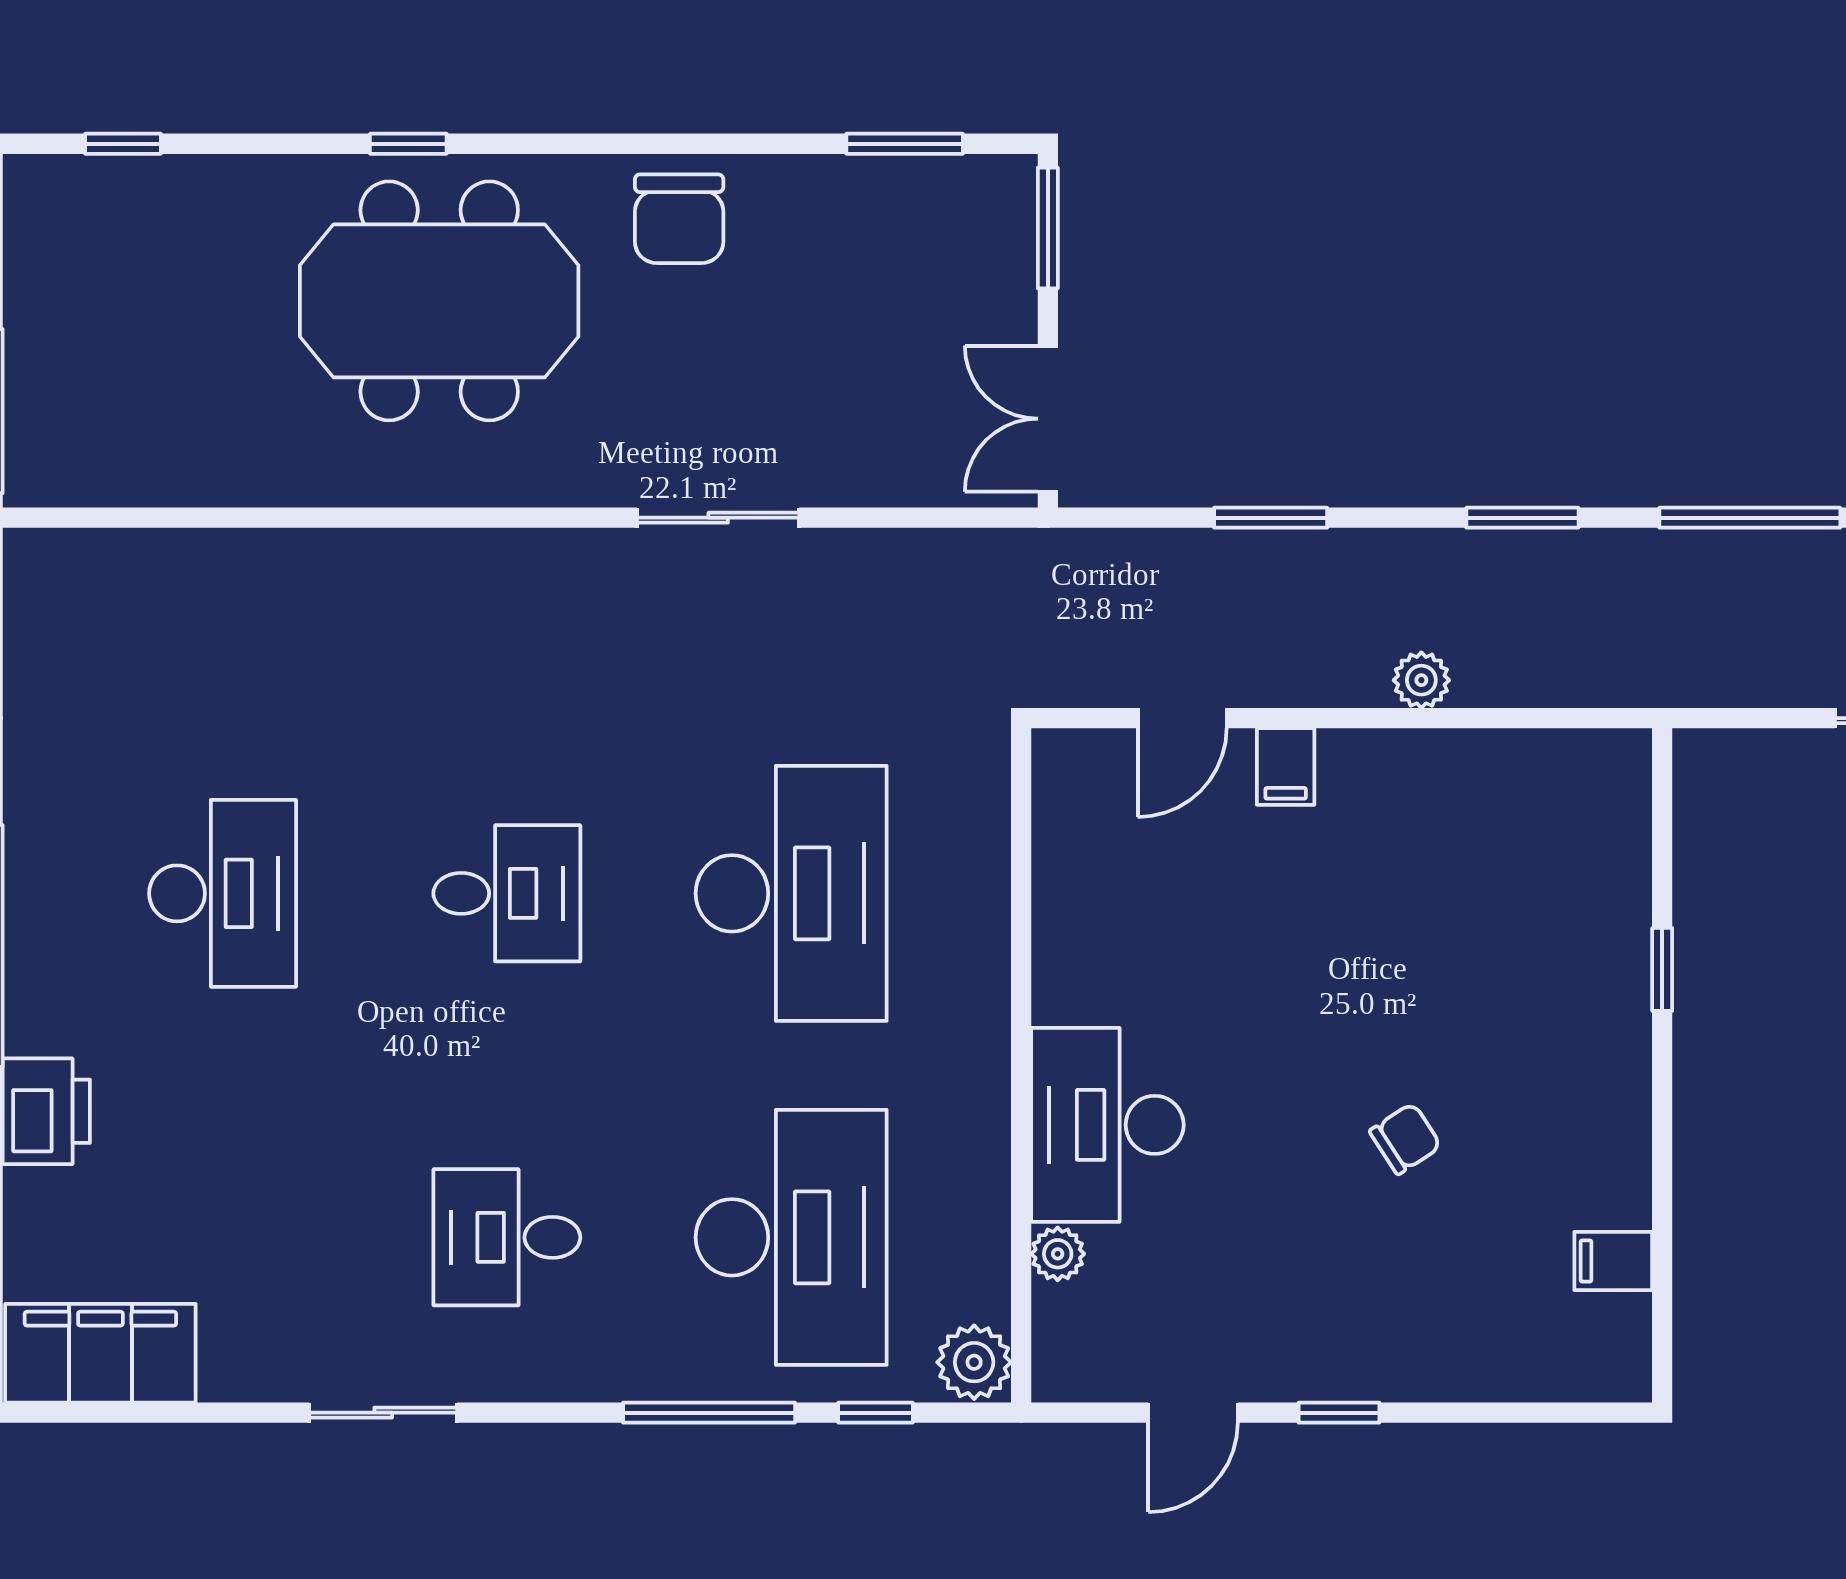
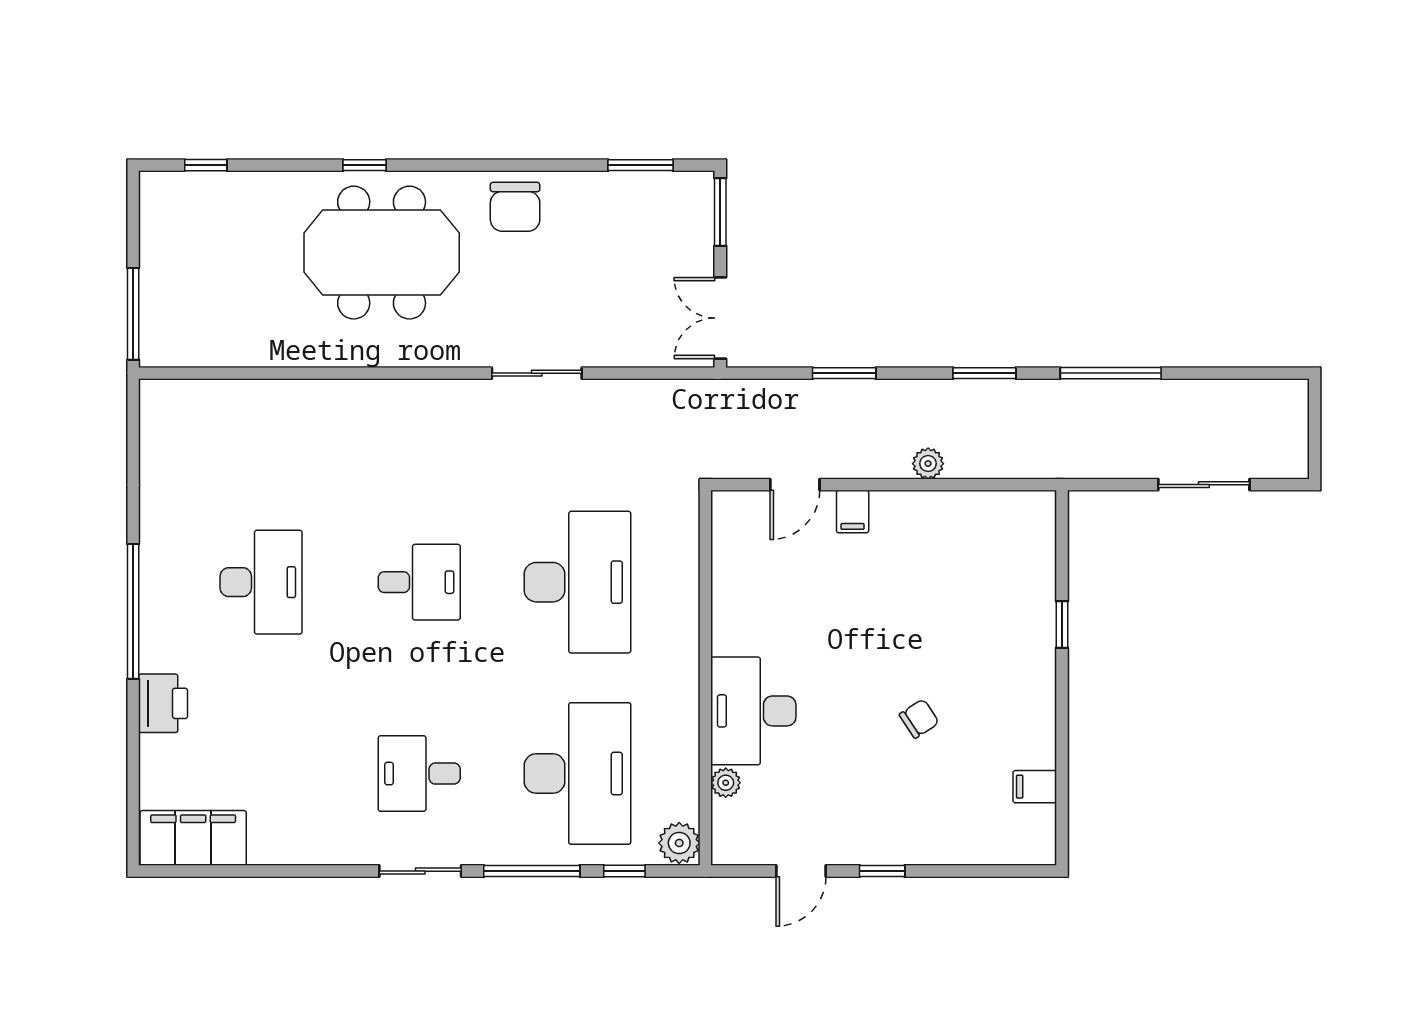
sliding door: (383, 1413) -> (420, 871), moved

